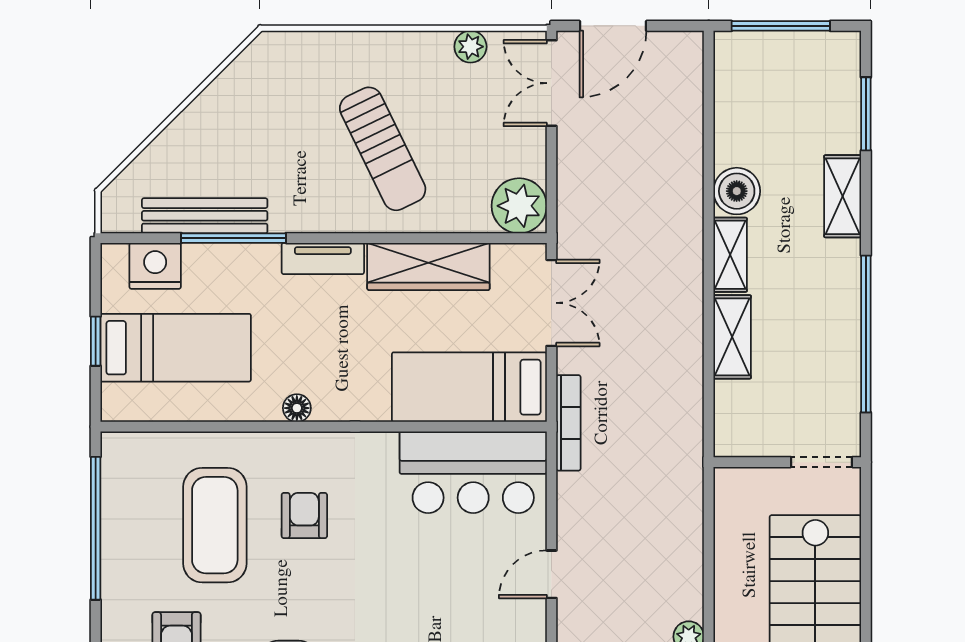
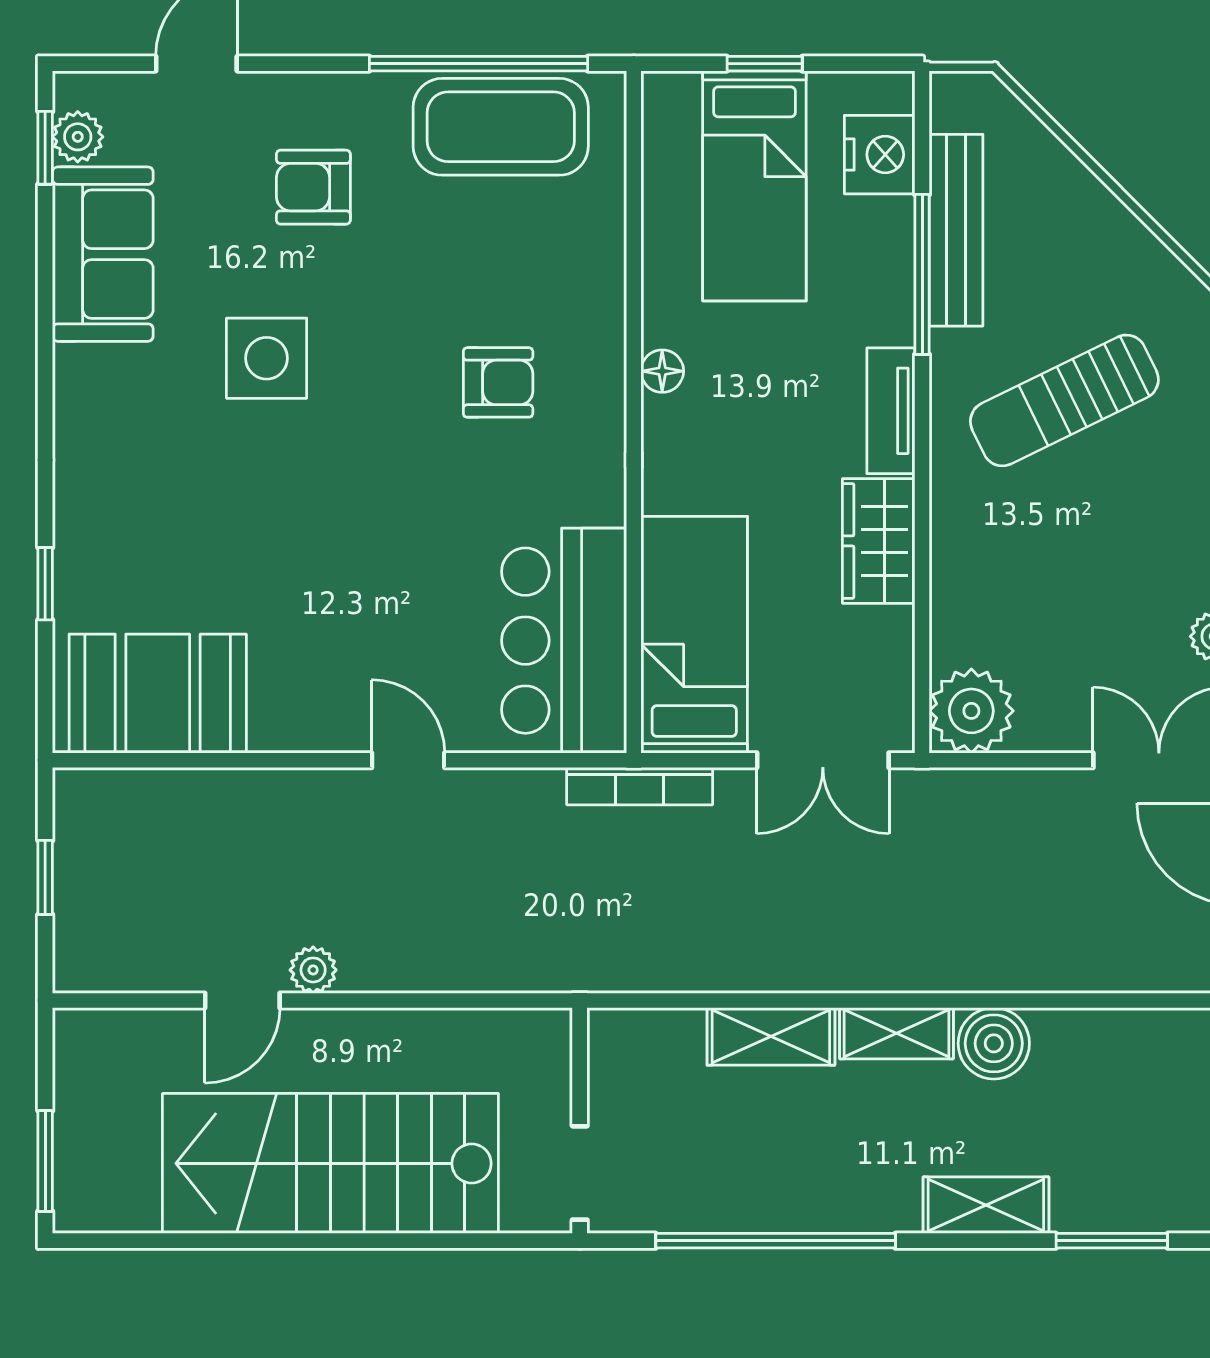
sun lounger: (383, 149) -> (1064, 400), moved
wardrobe: (428, 266) -> (879, 541), width x0.67
coffee table: (215, 525) -> (501, 127), moved

